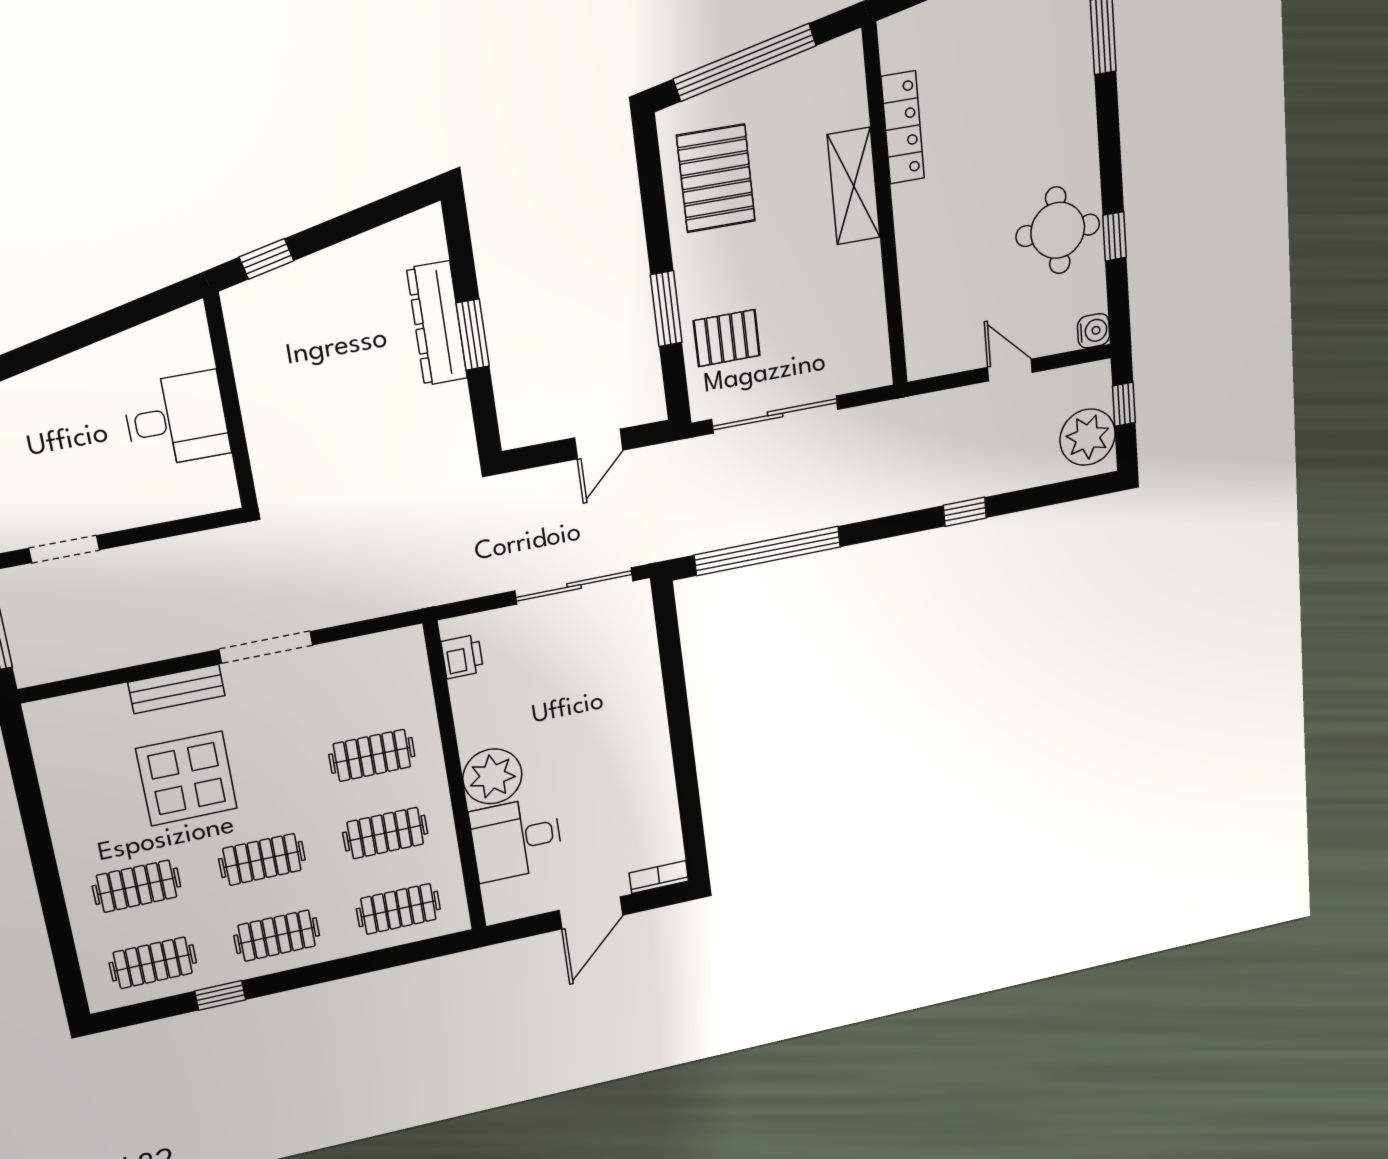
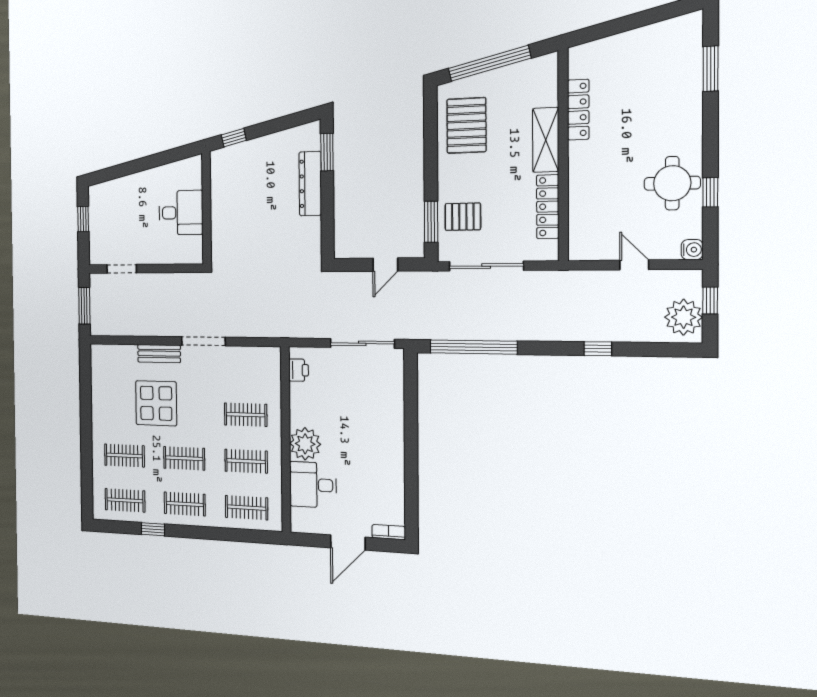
locker: (867, 298) -> (548, 207), added
window: (666, 309) -> (431, 222), moved
window: (473, 335) -> (327, 152), moved

